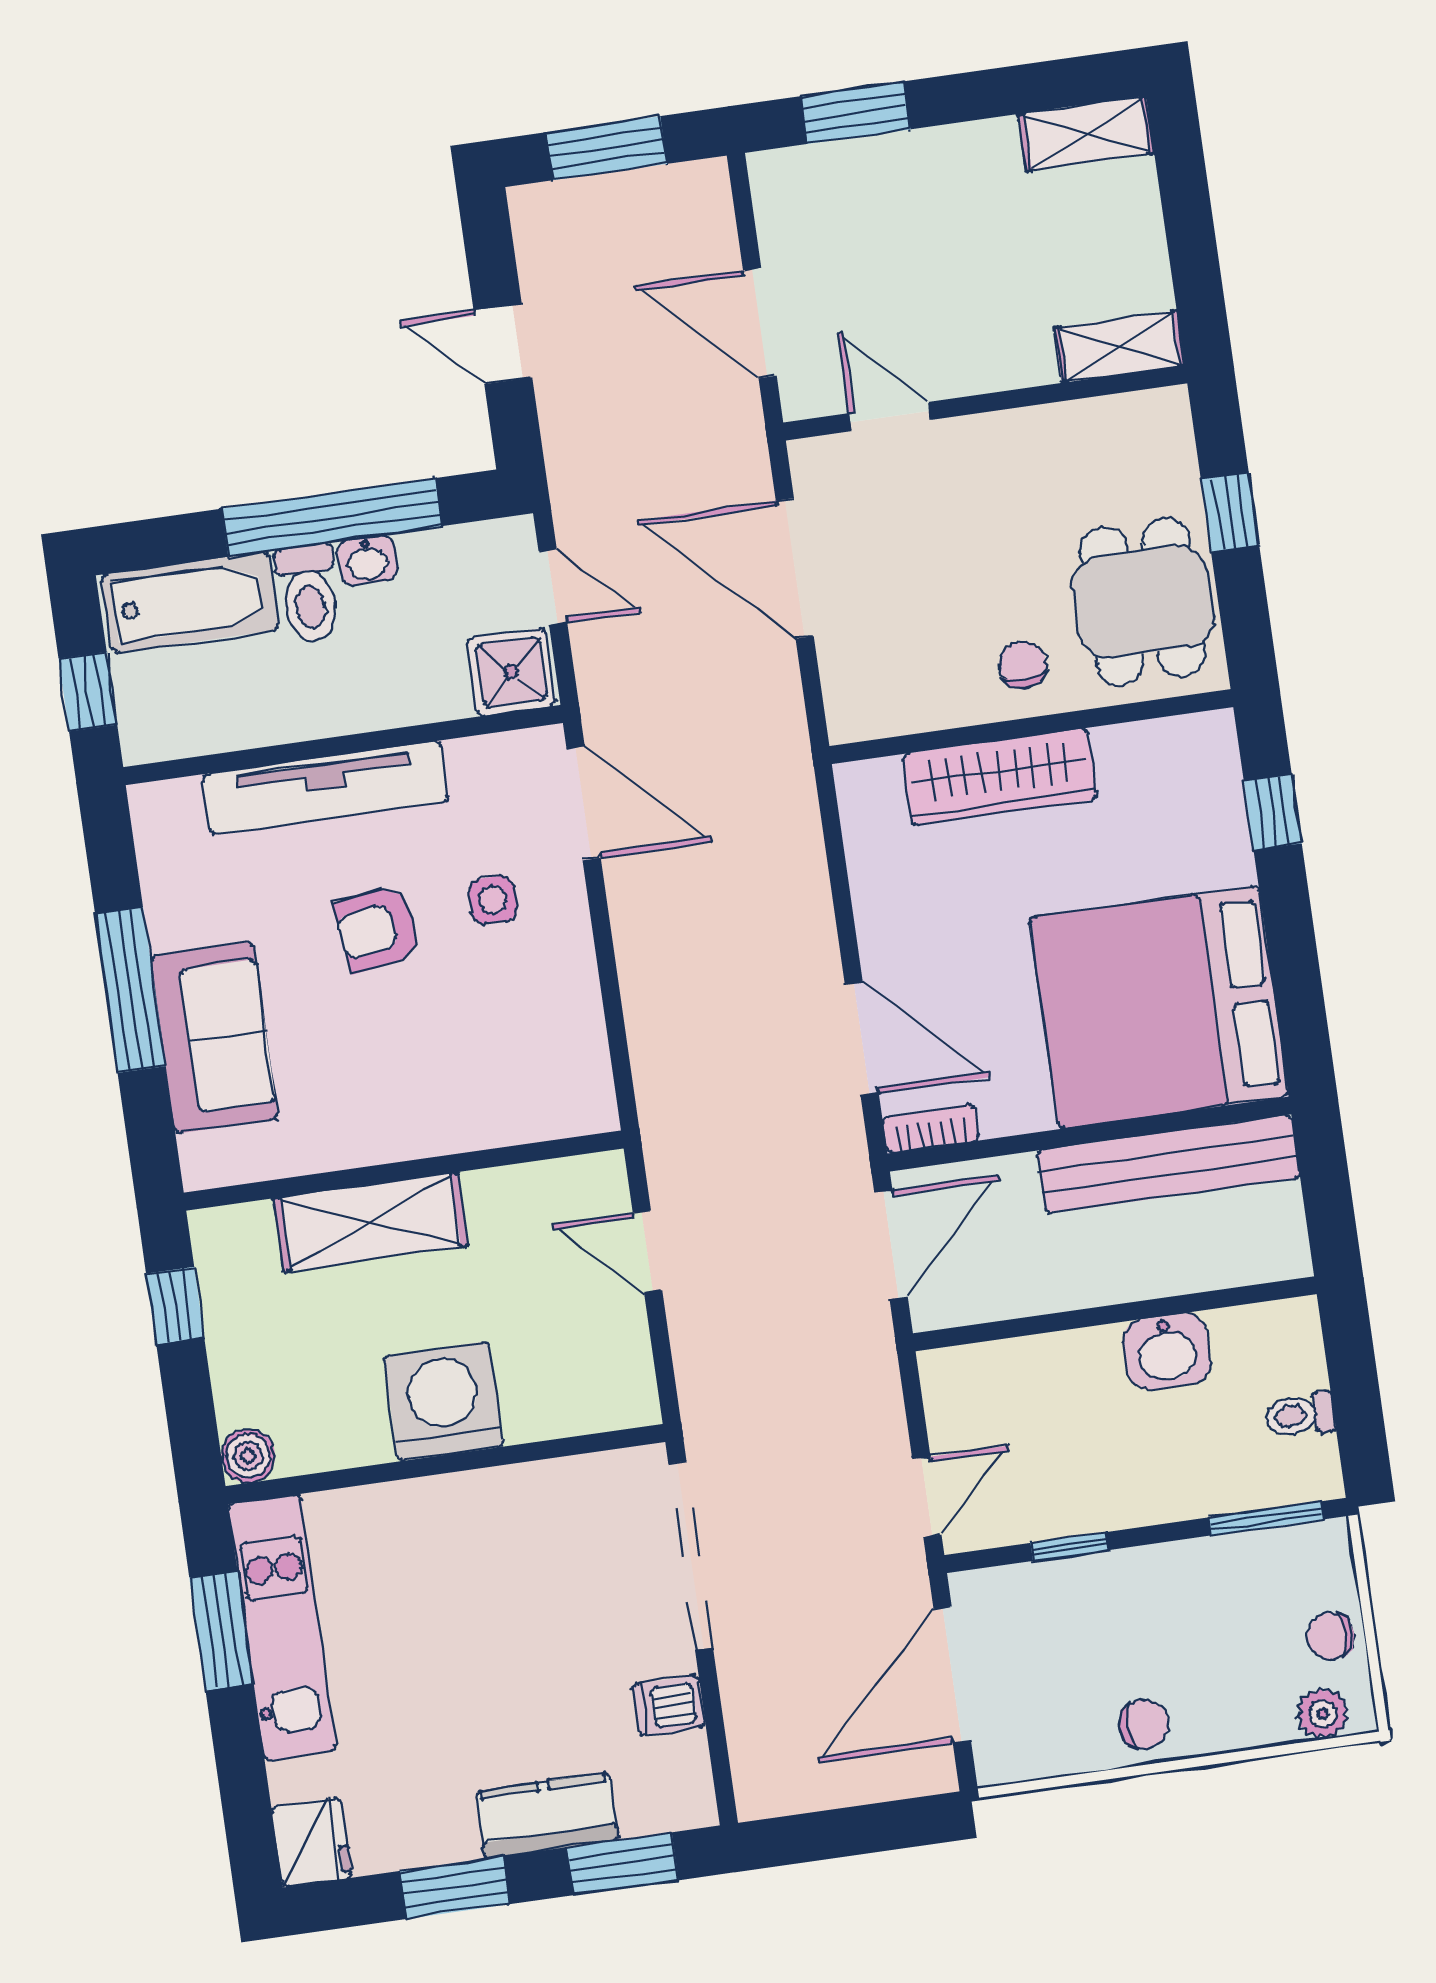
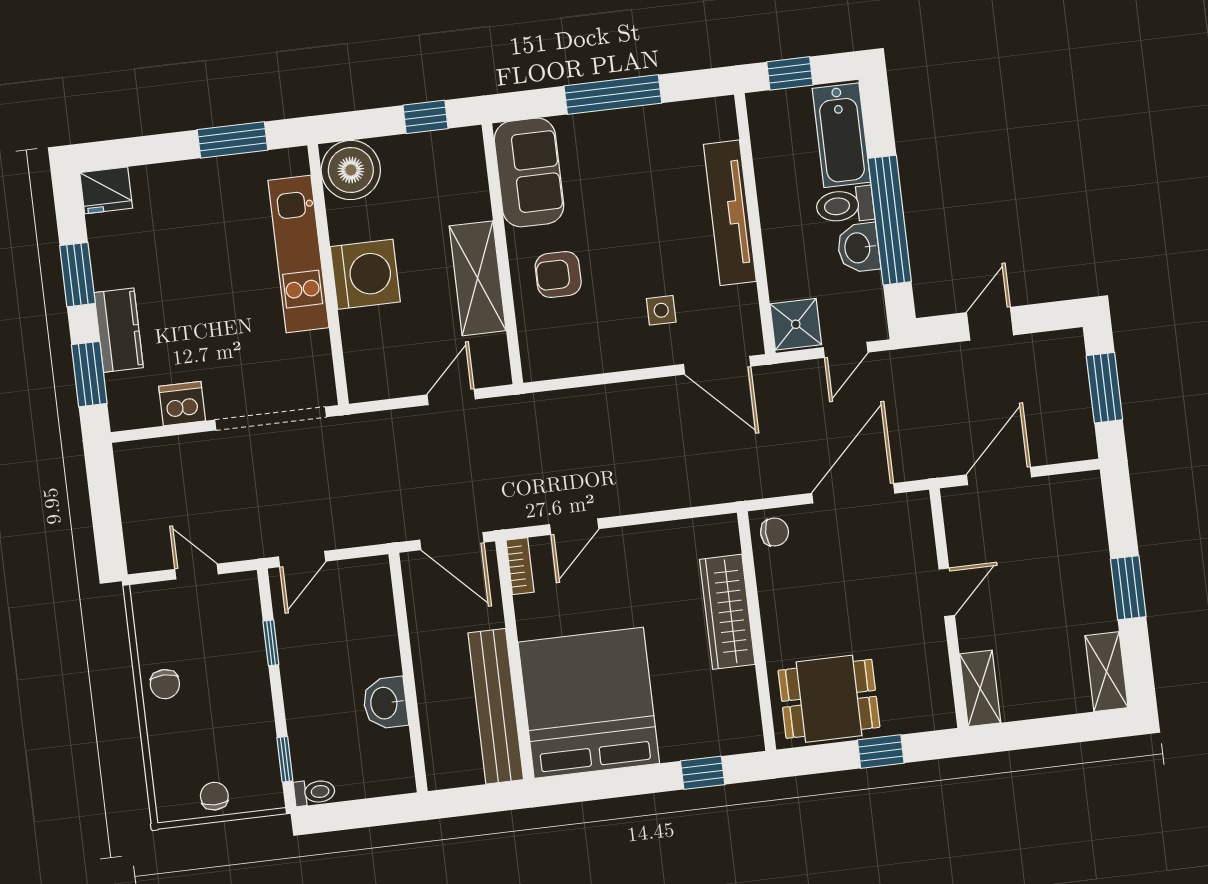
window: (856, 113) -> (1128, 588), moved
door: (890, 417) -> (947, 592), moved
washbasin: (367, 560) -> (858, 248), width x1.38, depth x1.45
chair: (1023, 665) -> (775, 532), moved
door: (584, 803) -> (717, 365), hinge flipped
armchair: (377, 929) -> (558, 274), moved, turned -82
sofa: (214, 1038) -> (529, 172), moved, turned -90
door: (862, 1039) -> (574, 527), width x0.73
shelving: (370, 1222) -> (478, 278), moved
toilet: (1300, 1415) -> (314, 792), moved, turned 90
boiler: (248, 1456) -> (351, 170), width x1.86, depth x1.86
door: (927, 1497) -> (302, 559), hinge flipped
window: (1266, 1518) -> (285, 759), width x0.67
kitchen unit: (282, 1628) -> (298, 254), moved, turned 90
door: (952, 1675) -> (197, 572), width x0.53
dishwasher: (669, 1706) -> (182, 404), width x1.38
plant: (1323, 1714) -> (169, 790), removed

